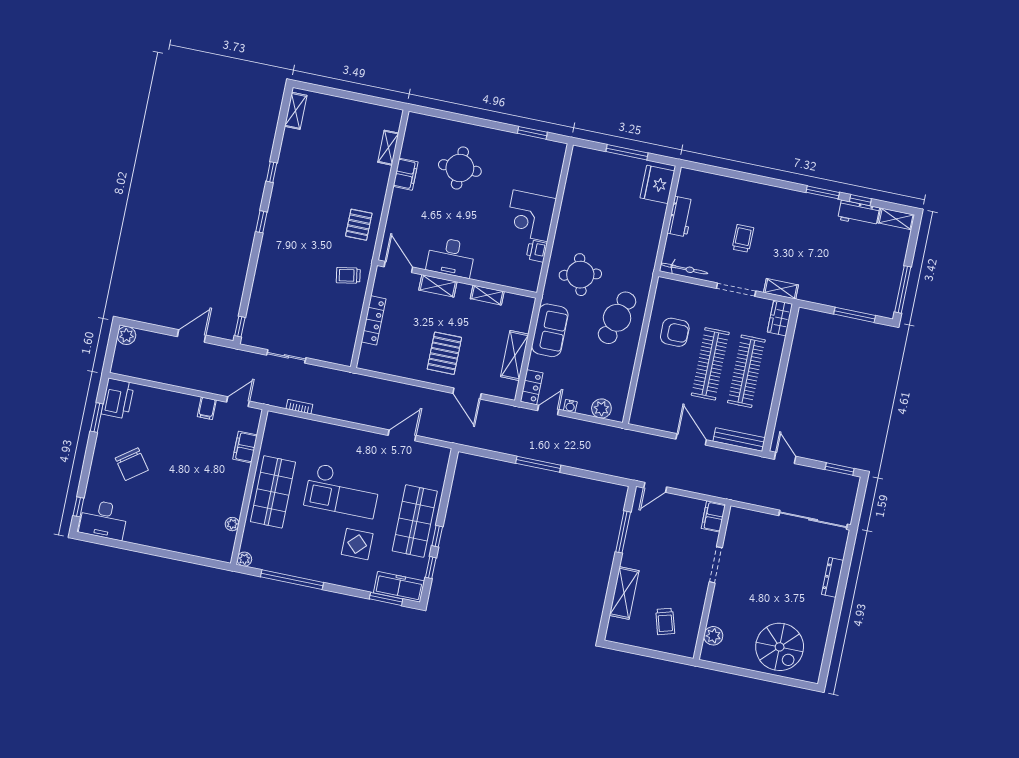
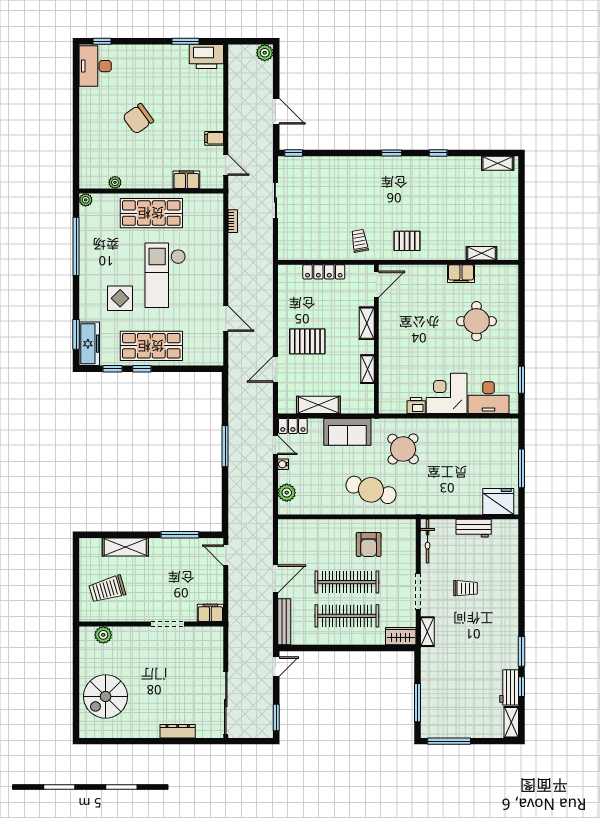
desk: (451, 257) -> (489, 398), moved, turned -90
round table: (580, 275) -> (403, 449), turned -32
chair: (132, 464) -> (138, 119), moved
trolley: (665, 621) -> (107, 589), width x1.36, depth x1.39

